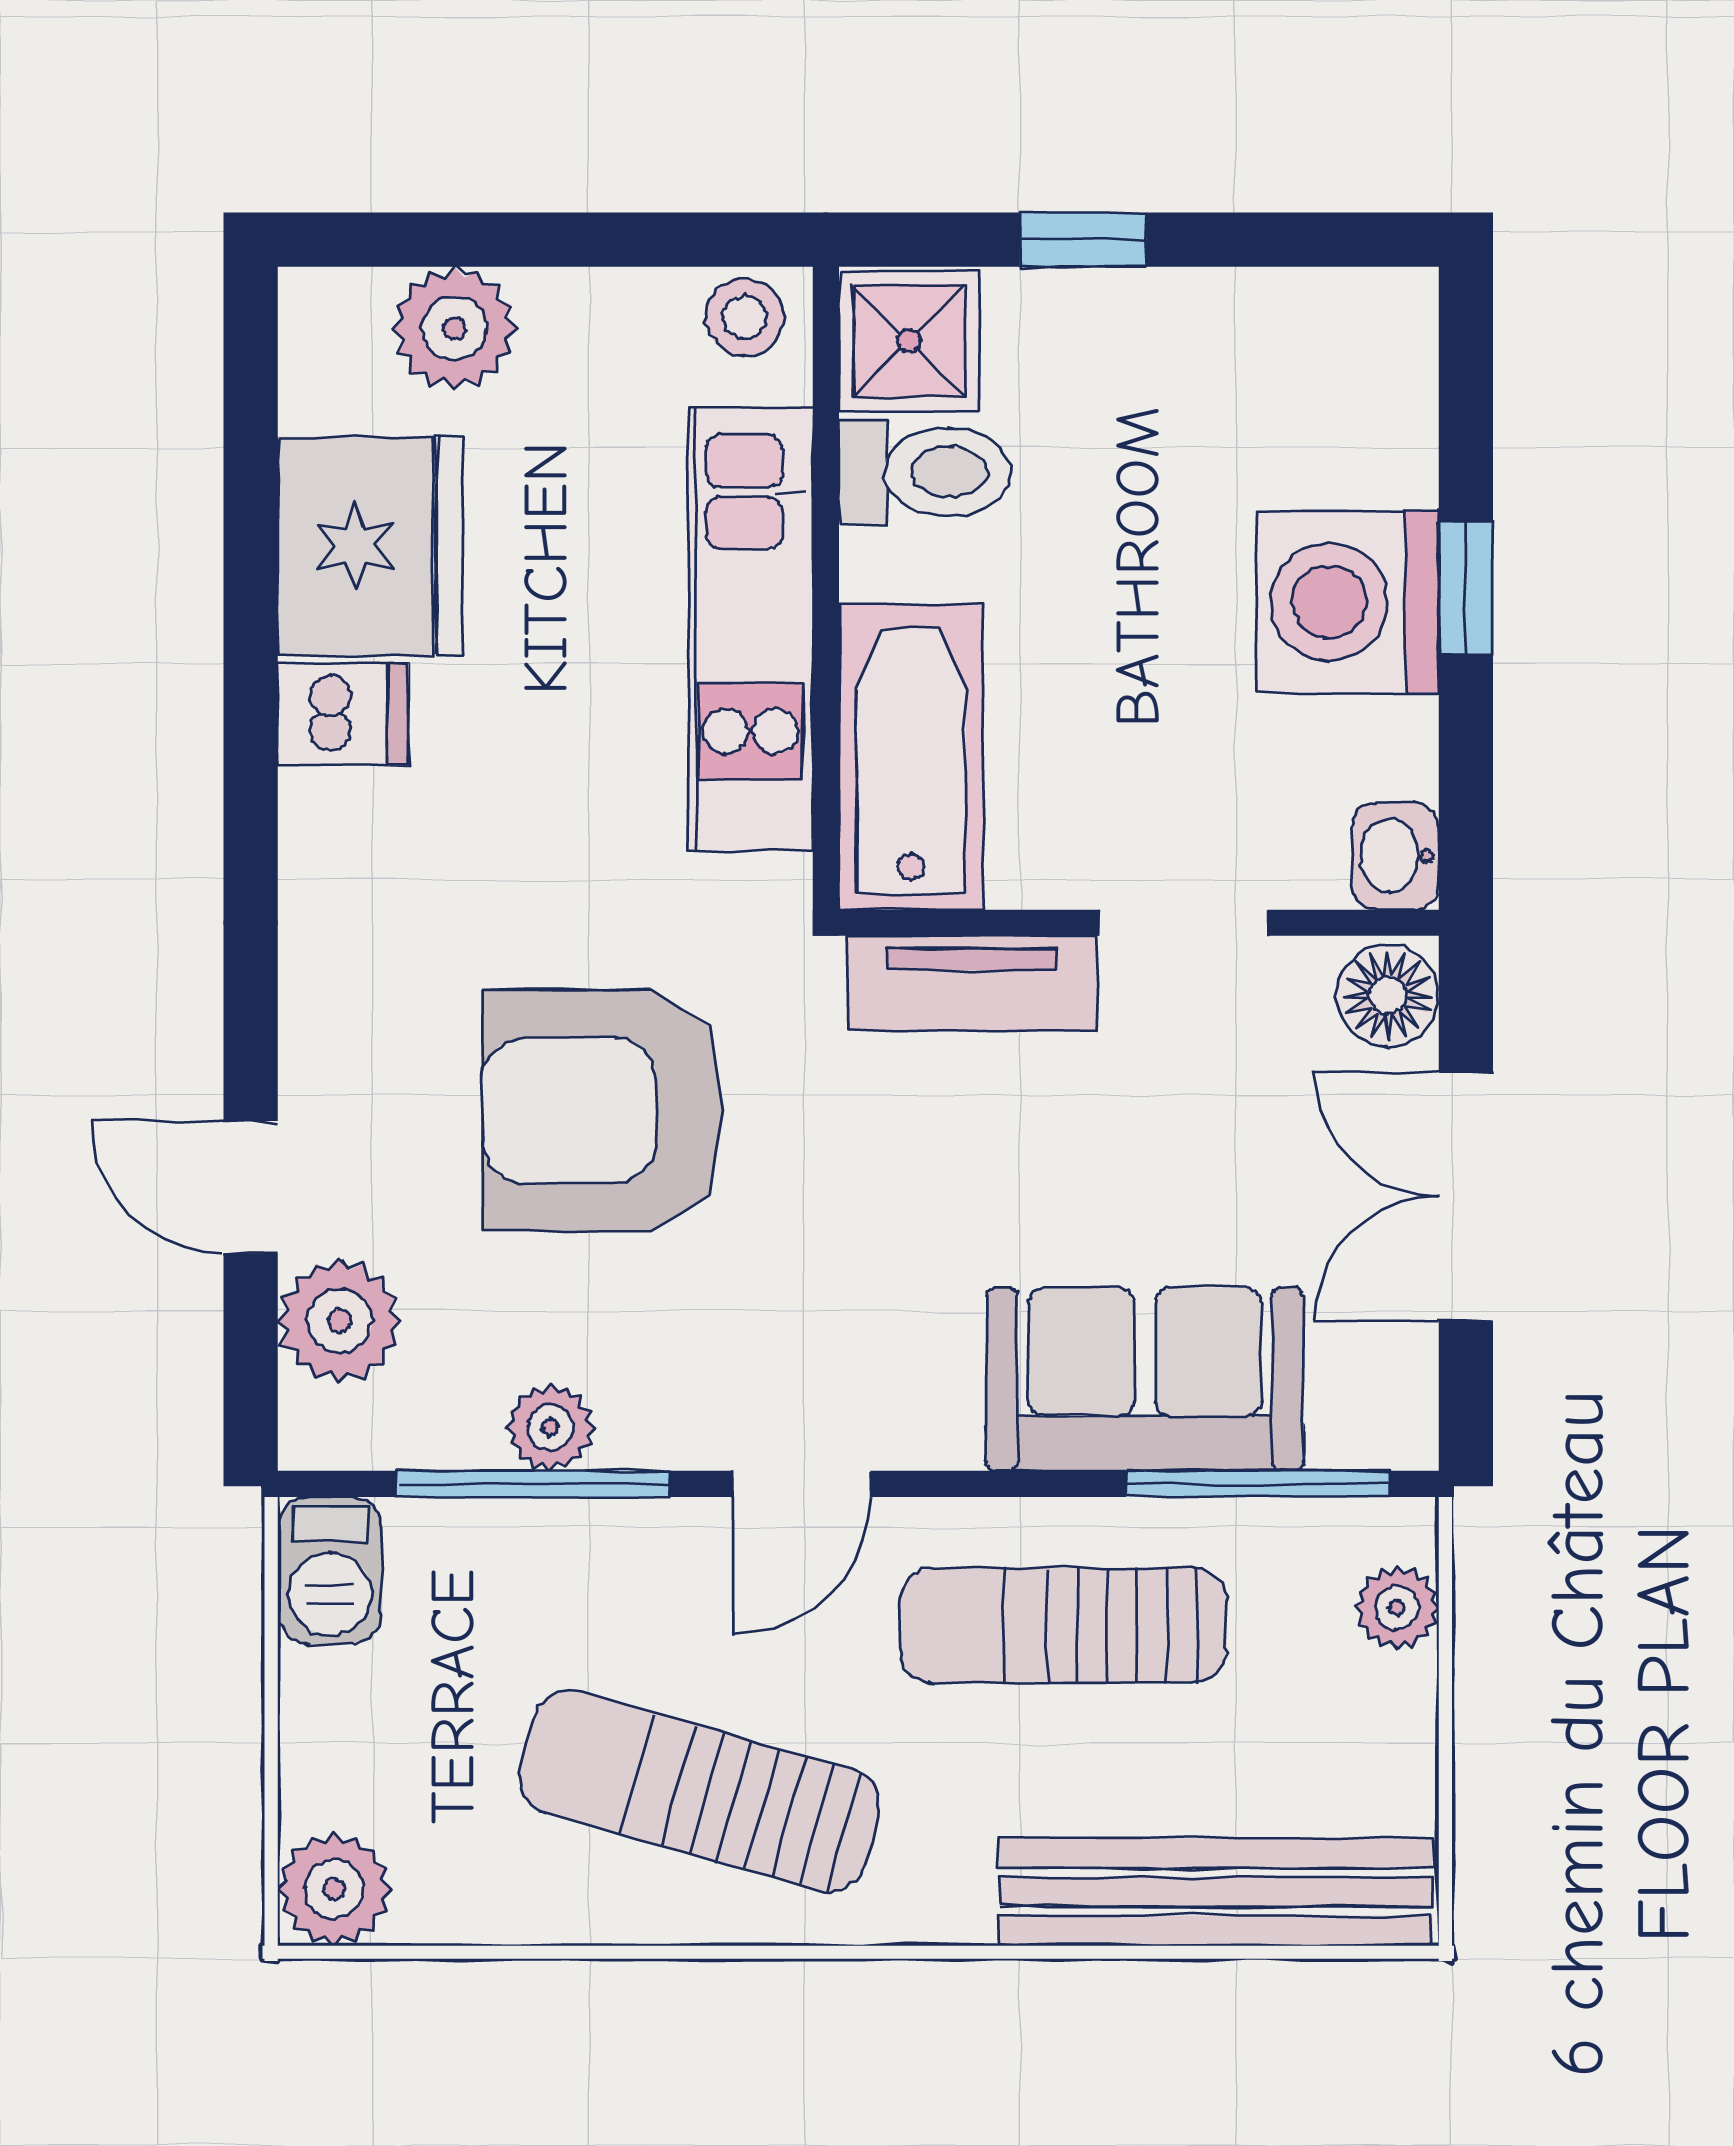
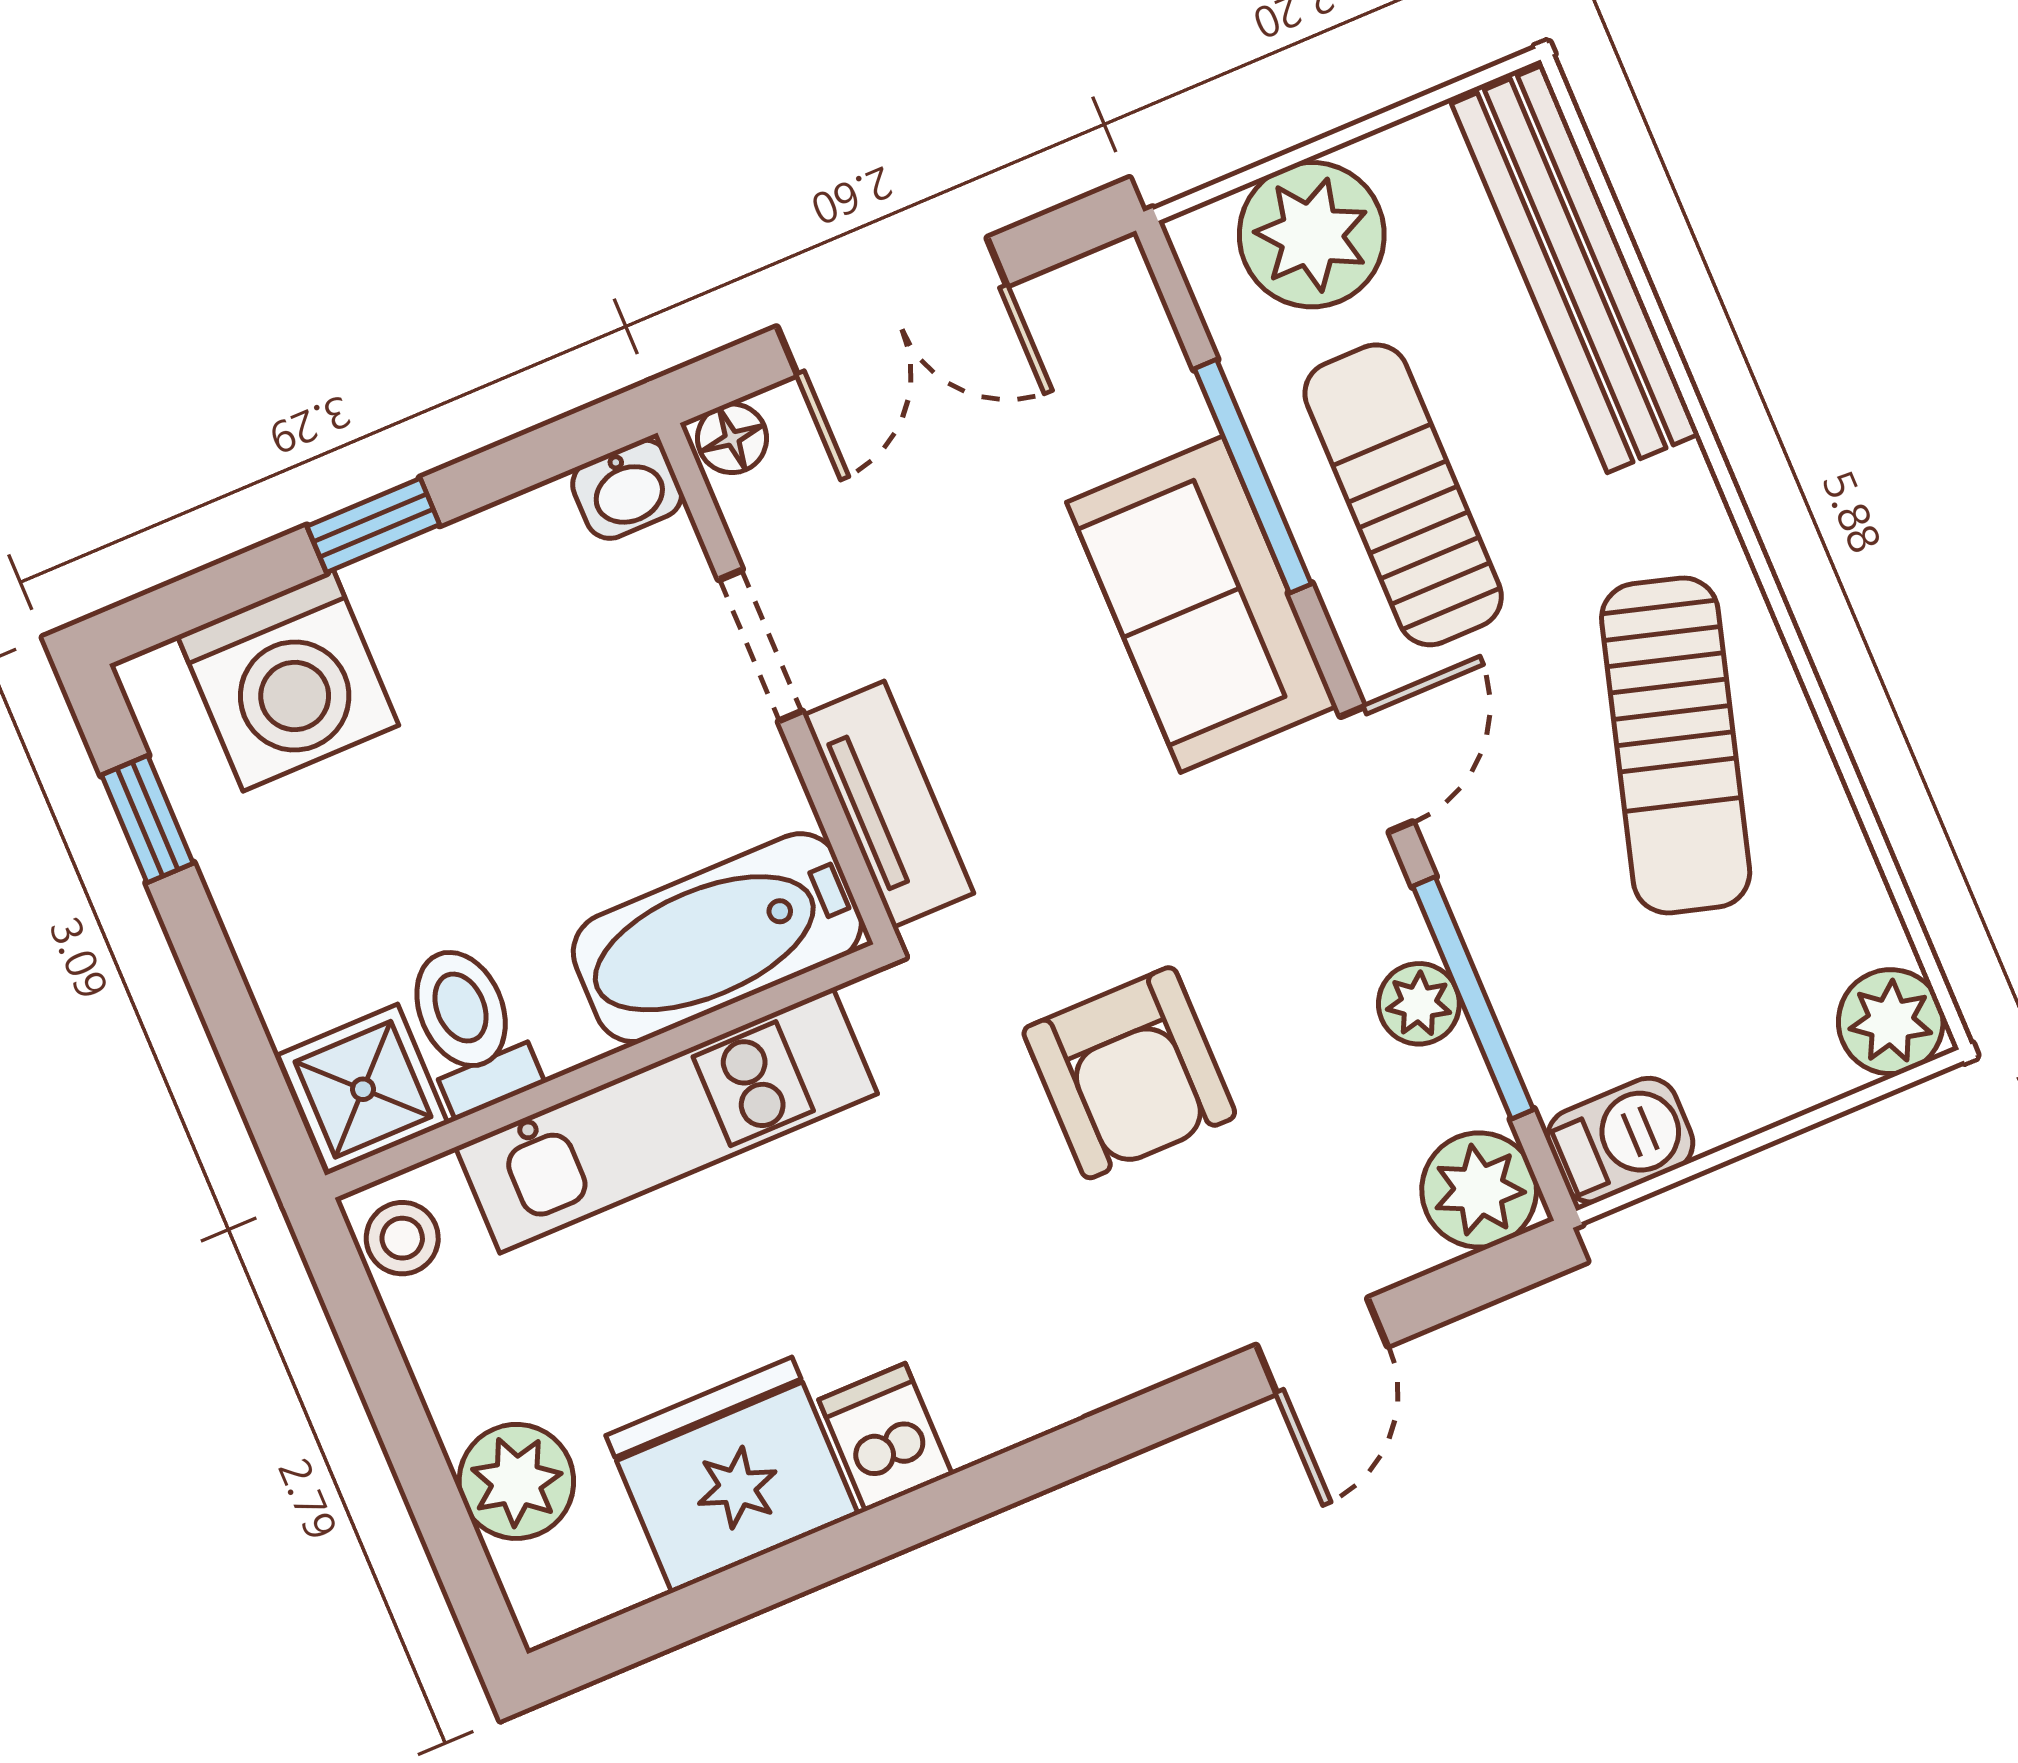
window: (1083, 240) -> (147, 819), moved
washing machine: (1347, 602) -> (288, 680), moved
floor lamp: (1388, 995) -> (732, 438), width x0.73, depth x0.73
armchair: (603, 1110) -> (1129, 1073), width x0.73, depth x0.73
plant: (340, 1321) -> (1479, 1190), moved
sofa: (1145, 1379) -> (1202, 604), moved
door: (802, 1484) -> (1377, 769), hinge flipped
window: (1258, 1484) -> (1253, 476), moved
plant: (1397, 1608) -> (1312, 235), width x1.87, depth x1.87
sun lounger: (1063, 1626) -> (1403, 495), turned 180

